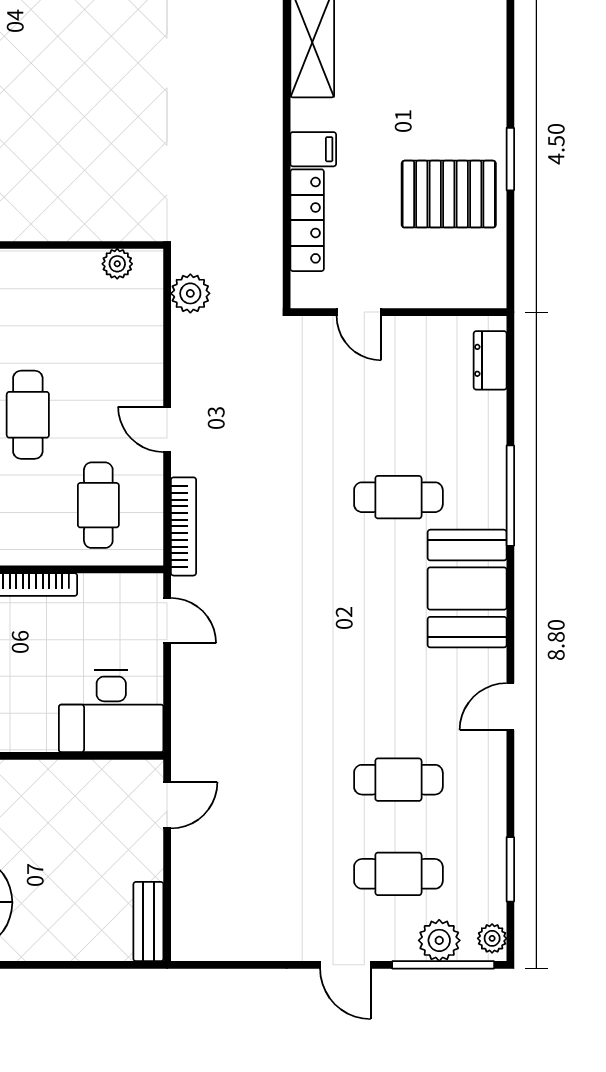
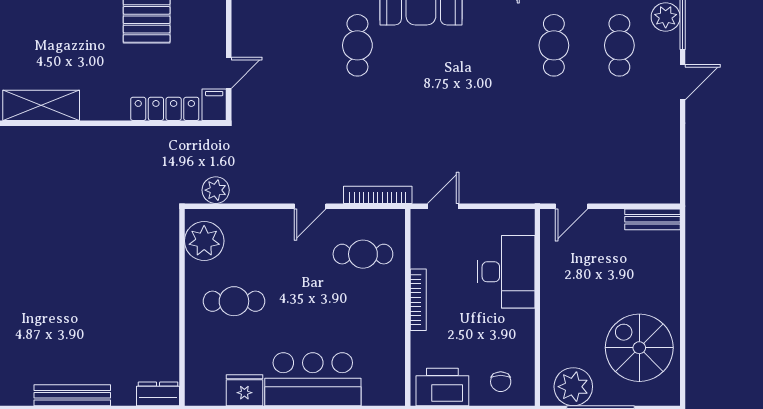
filing cabinet: (313, 149) -> (214, 105), moved
plant: (117, 264) -> (204, 241), width x1.88, depth x1.88
cafe table: (28, 415) -> (234, 301), moved
desk: (111, 711) -> (506, 272), moved
door: (167, 805) -> (572, 206), swing flipped

